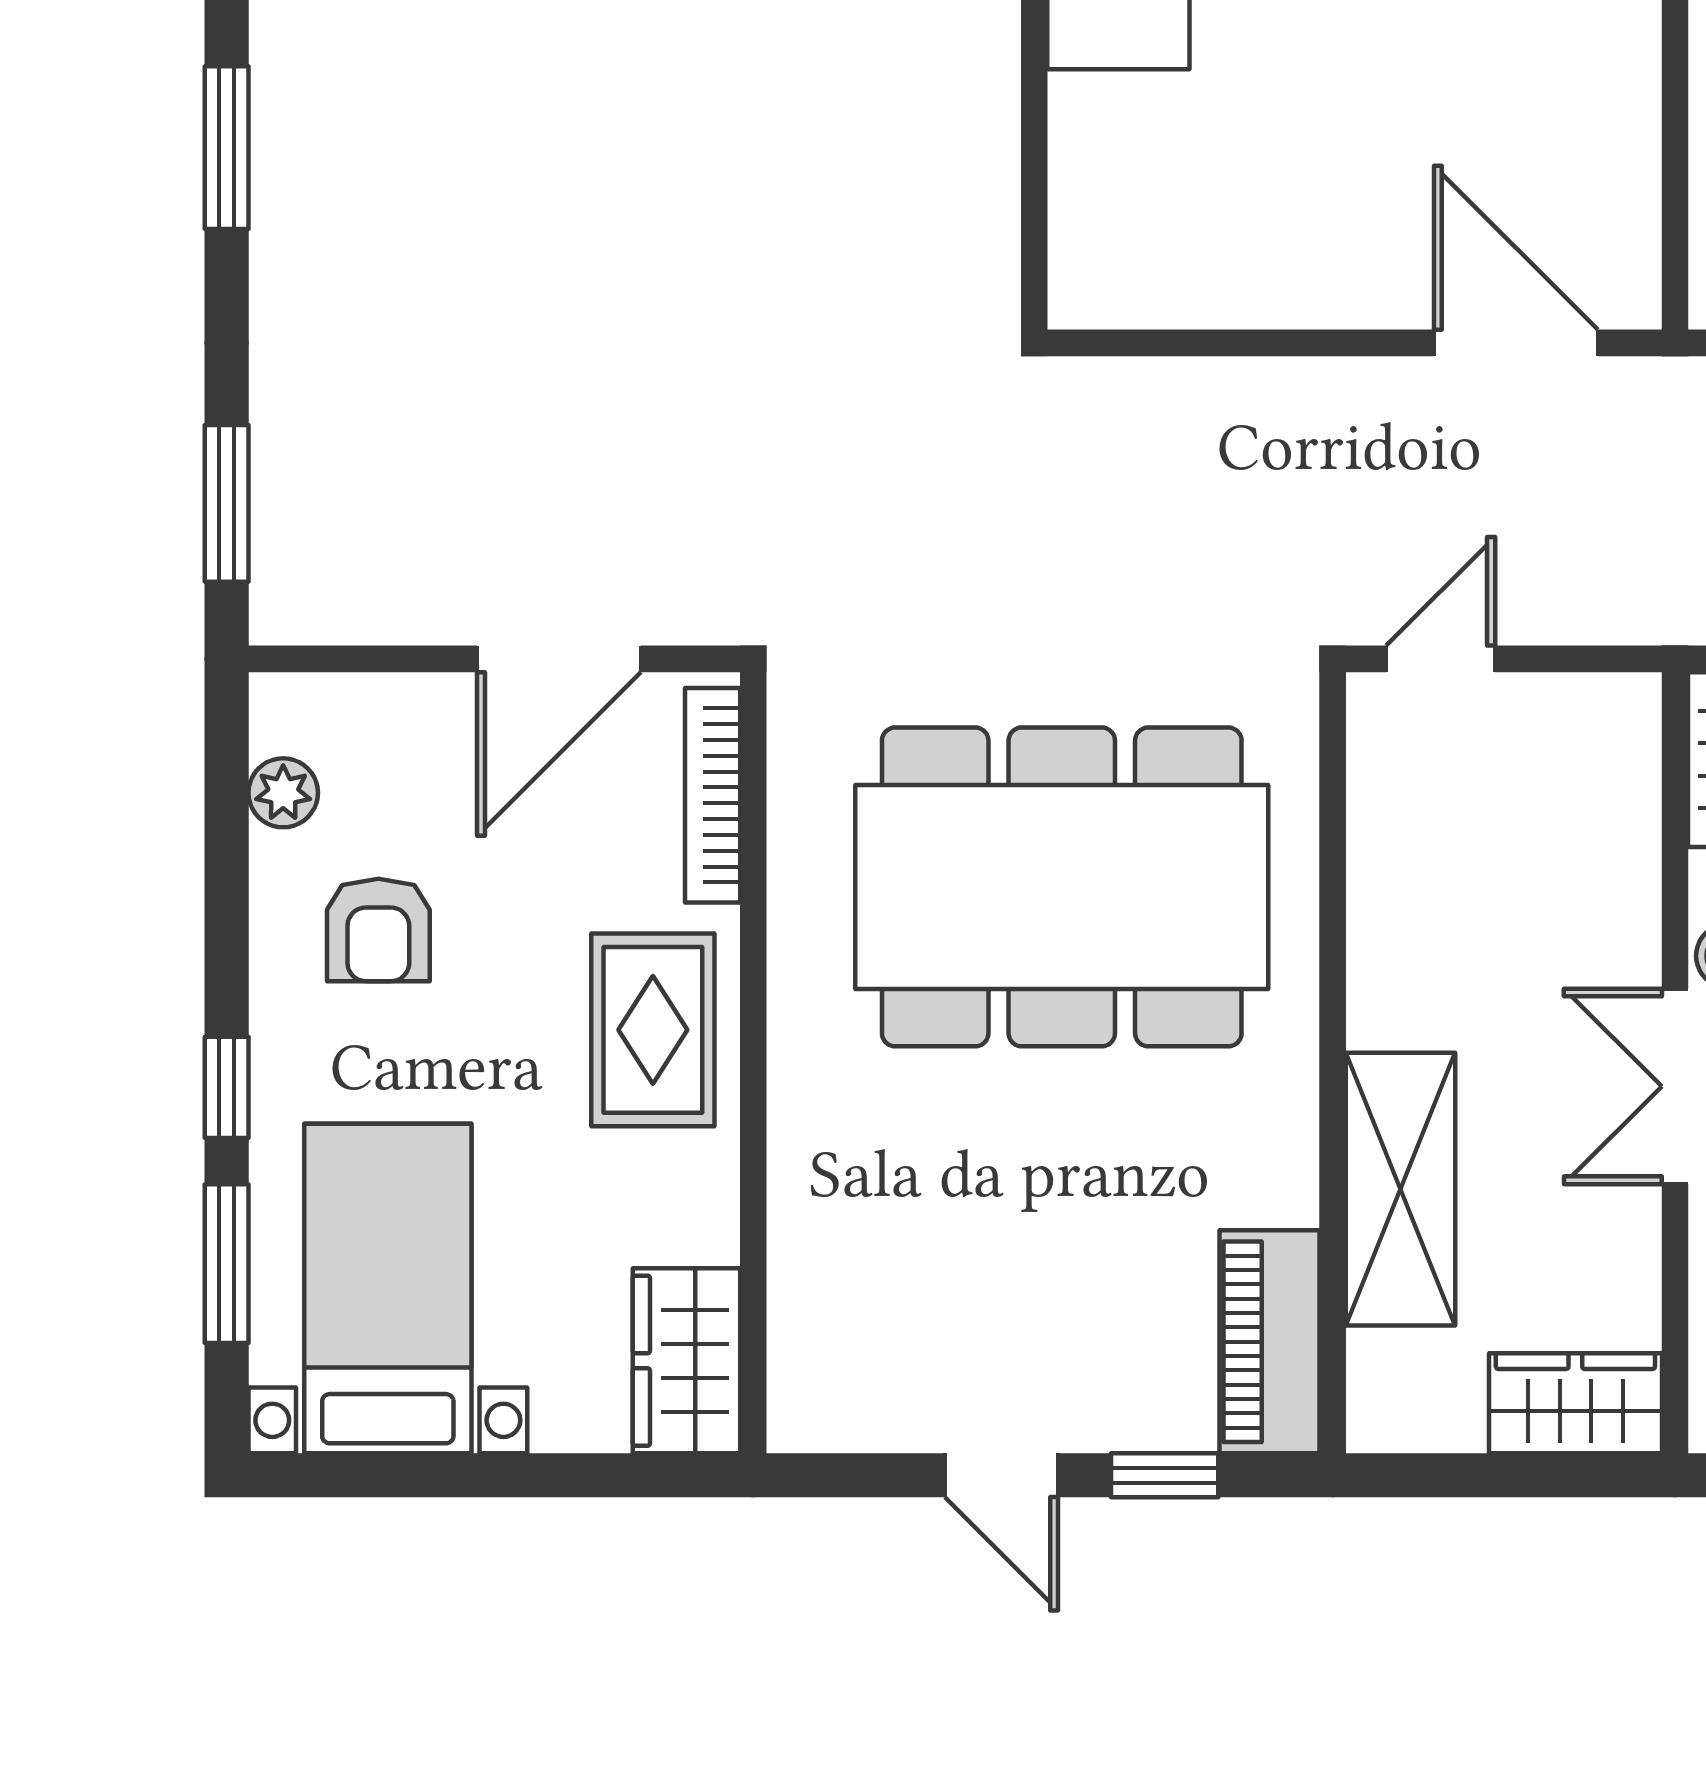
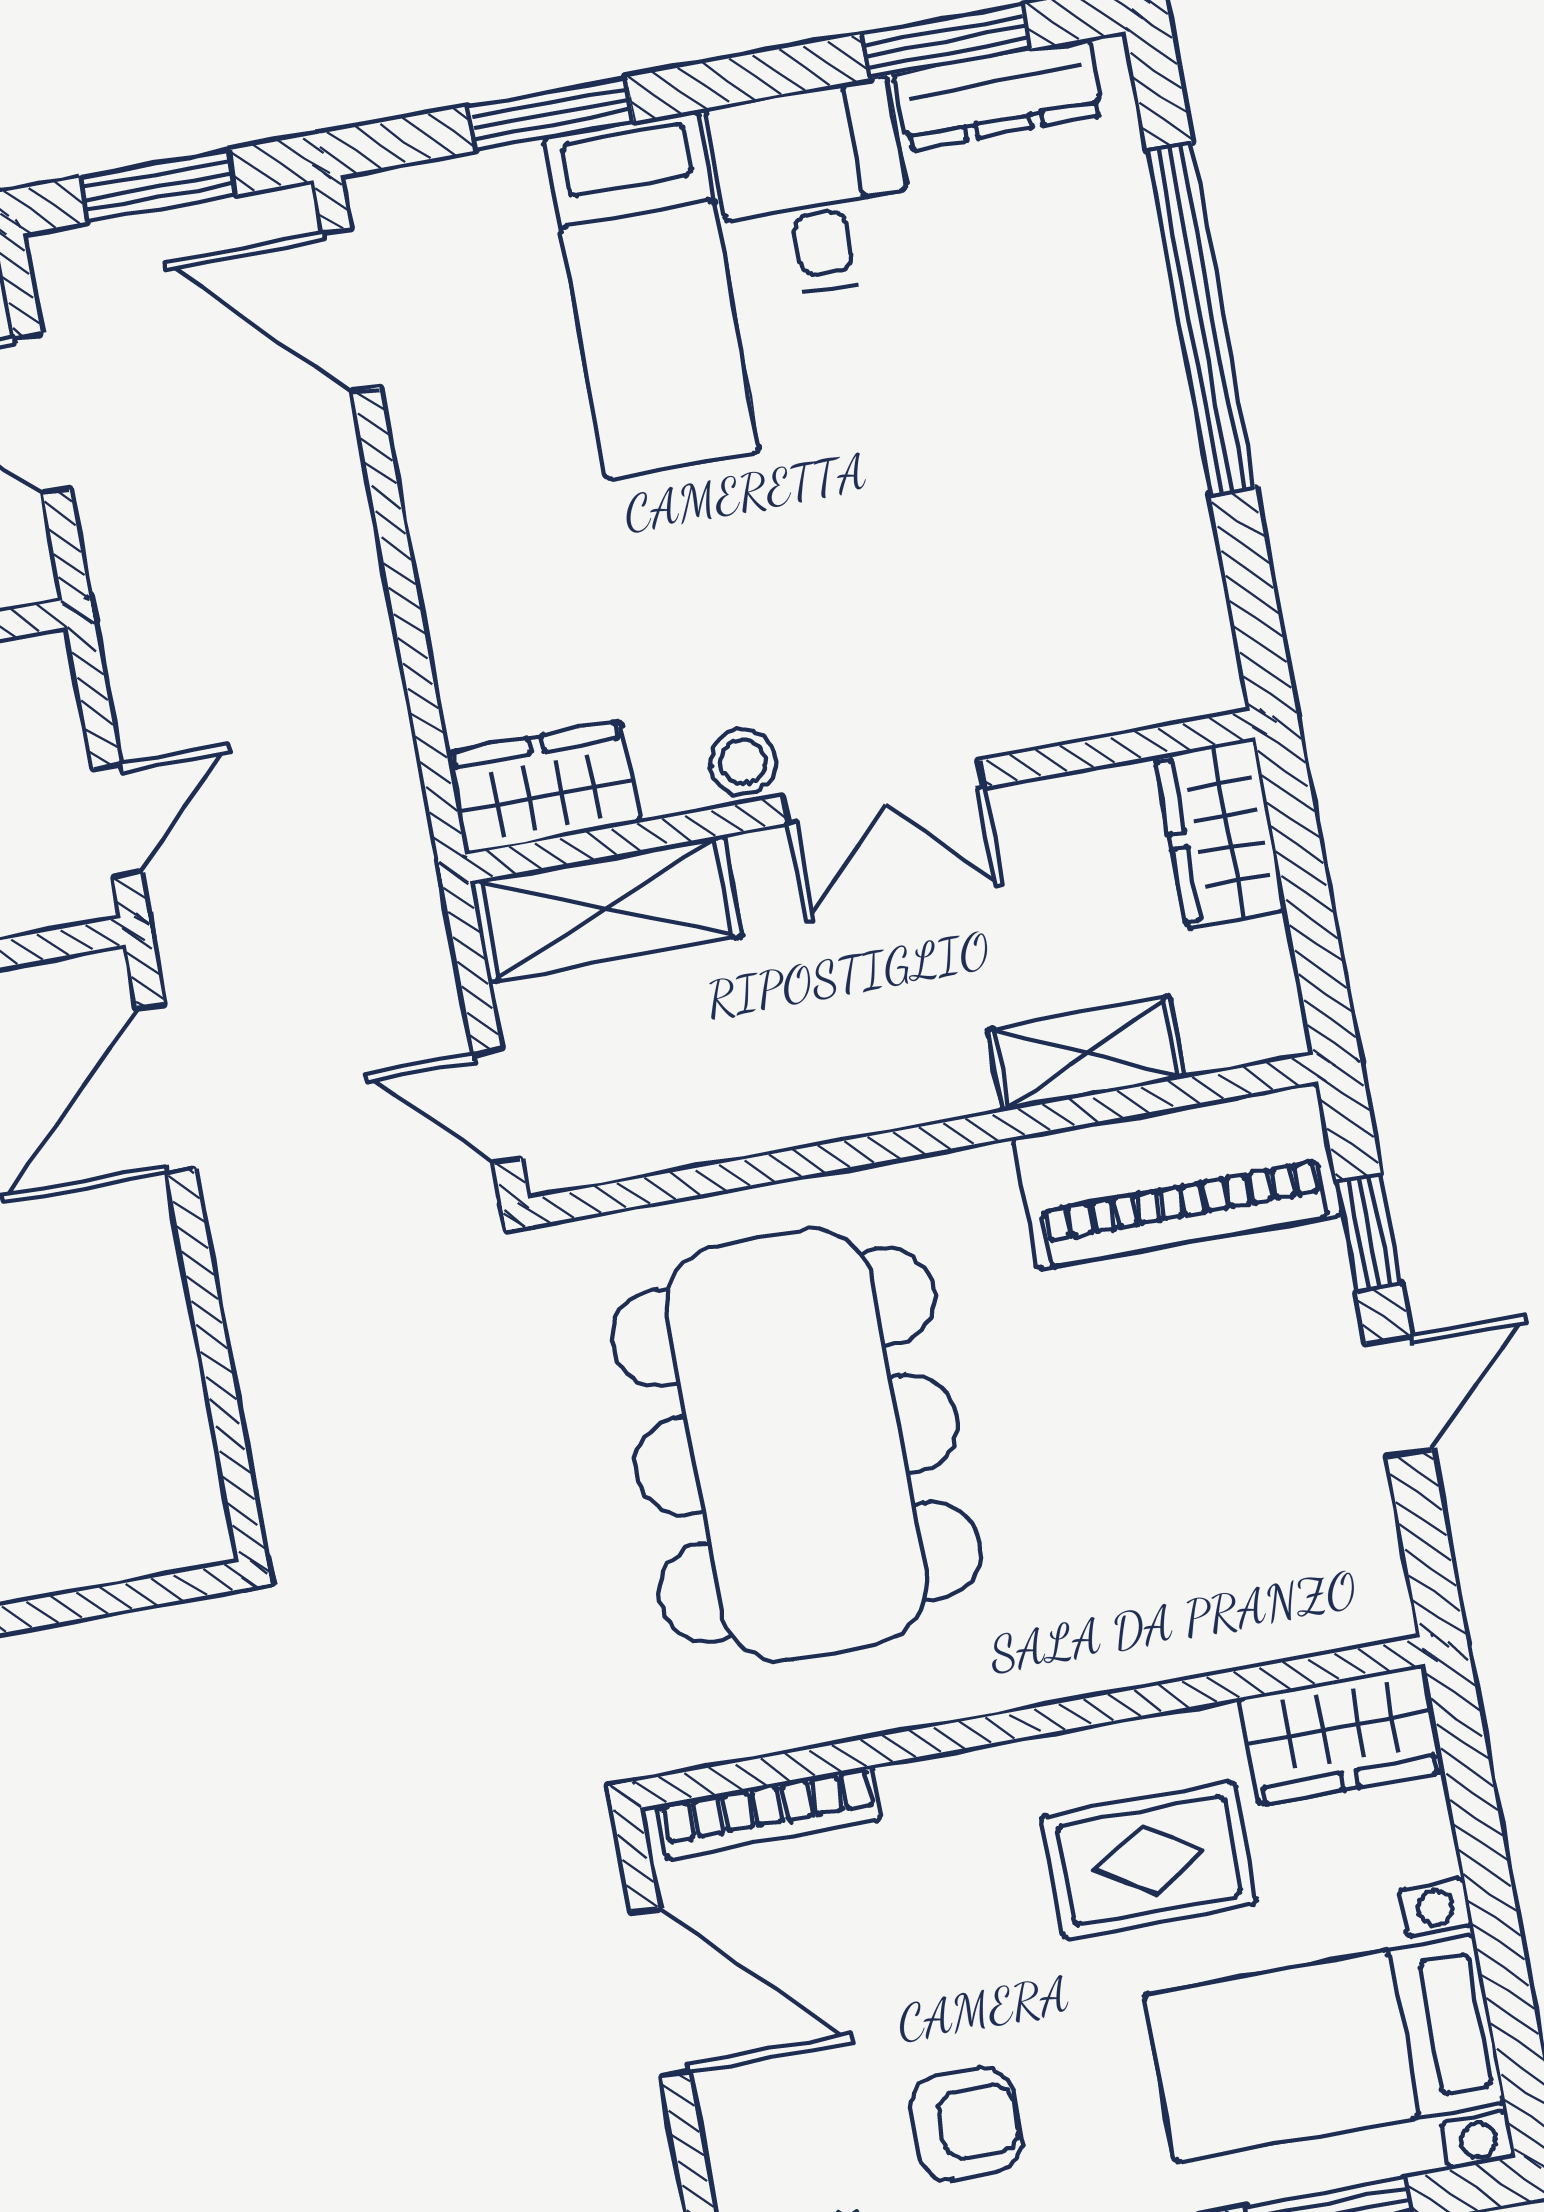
shelving: (1611, 798) -> (606, 909), added
rug: (653, 1030) -> (1149, 1860), moved
shelving: (1400, 1189) -> (1086, 1054), width x0.67, depth x0.75
piano: (1270, 1342) -> (1177, 1176), width x1.37, depth x1.33

